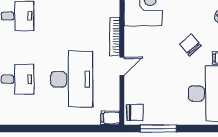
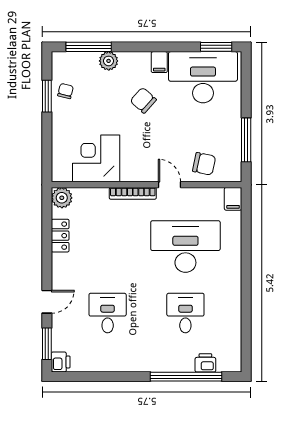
chair: (190, 45) -> (143, 100), turned 82
chair: (135, 112) -> (204, 164), moved, turned 102

